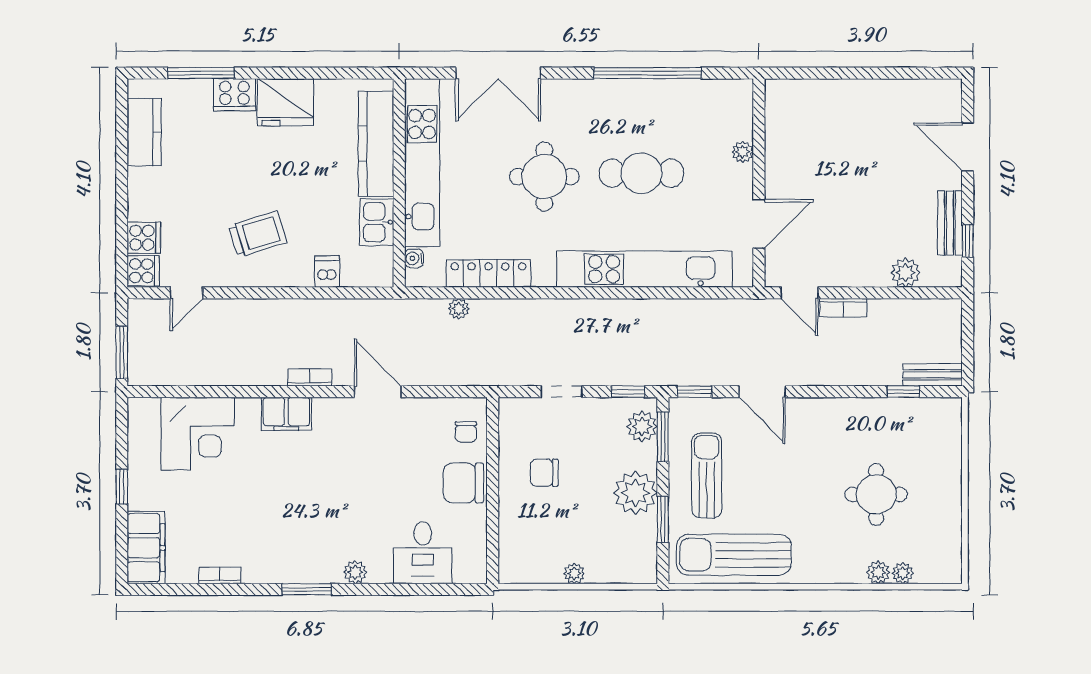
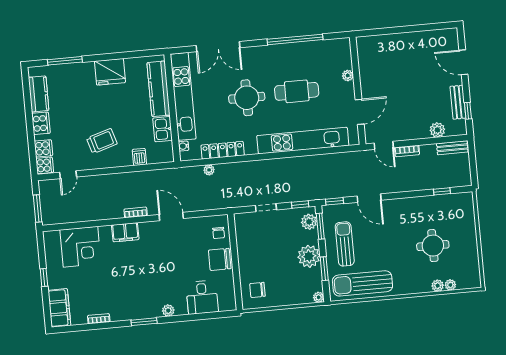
cooker: (234, 95) -> (41, 123), moved, turned -90
bench: (933, 375) -> (452, 148), moved
chair: (544, 473) -> (257, 290), moved
plant: (574, 574) -> (319, 297), moved

